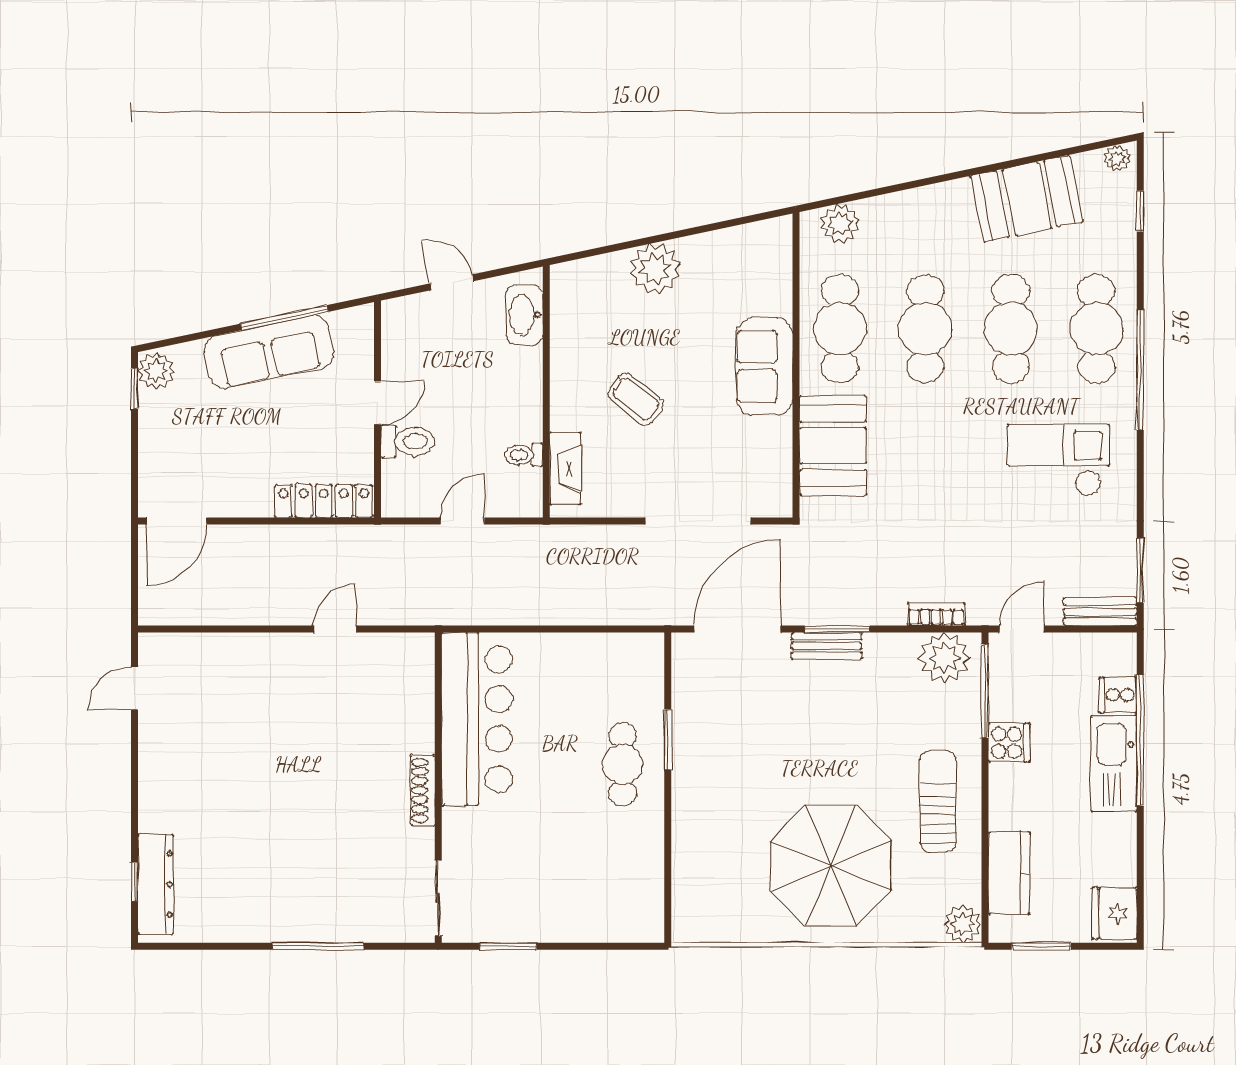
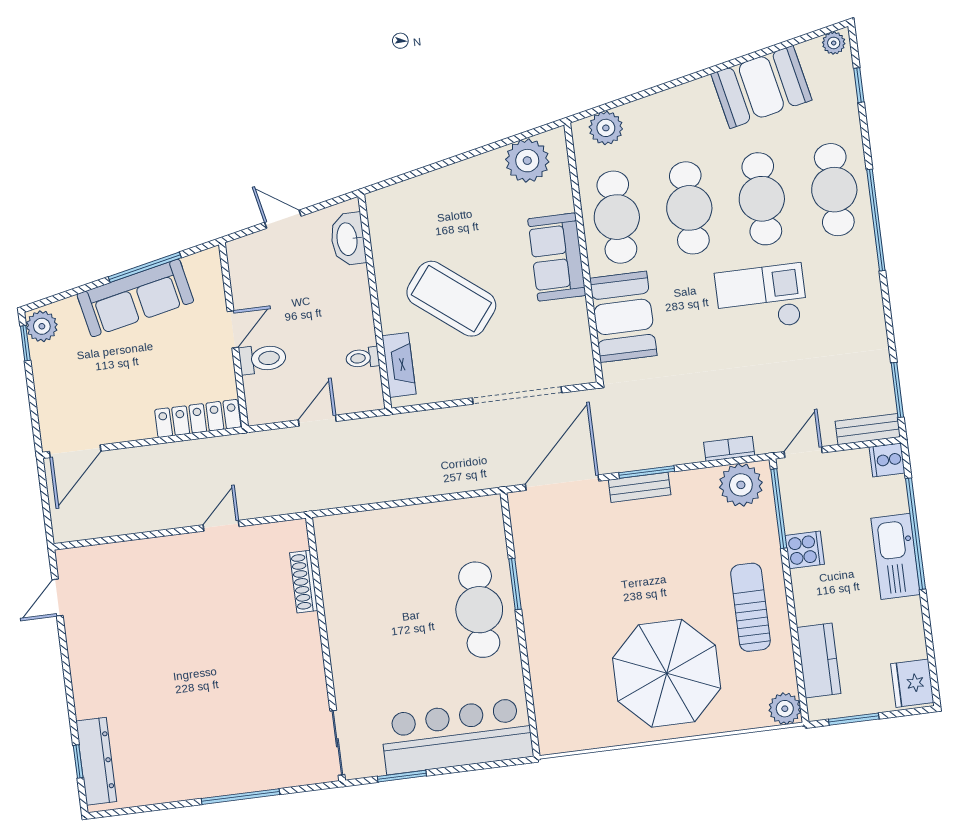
plant: (655, 269) -> (527, 161), moved
coffee table: (636, 399) -> (451, 299), width x1.86, depth x1.72
checkout: (1058, 460) -> (761, 298), moved
cooker: (1118, 695) -> (887, 460), moved
bar counter: (477, 719) -> (457, 736), moved, turned -90
cafe table: (623, 764) -> (479, 610), width x1.37, depth x1.35
shoe rack: (423, 790) -> (304, 582), moved

